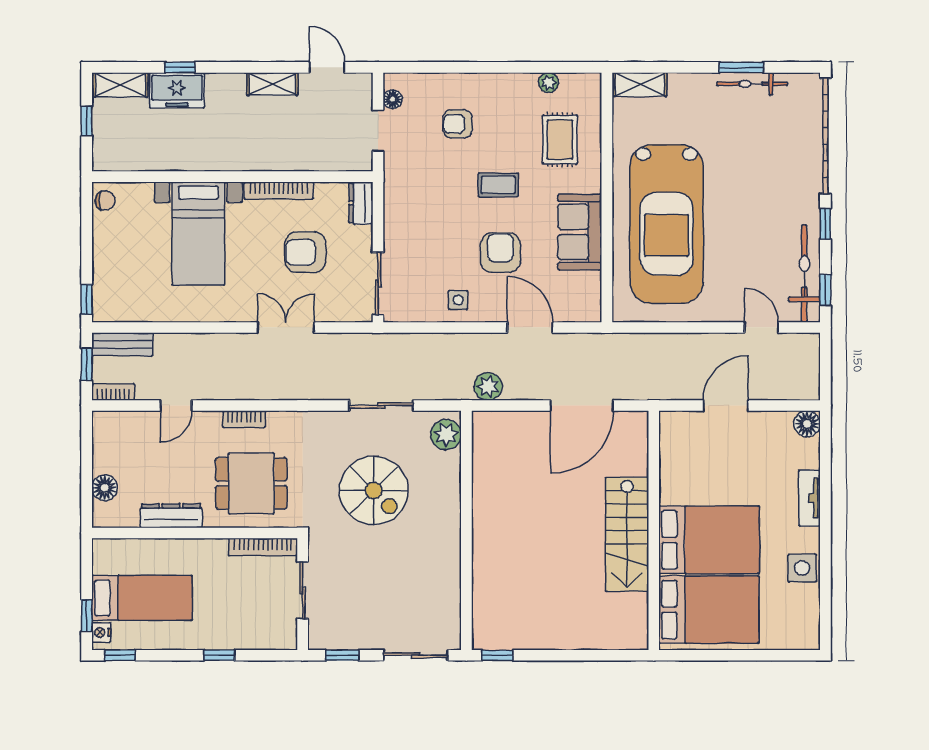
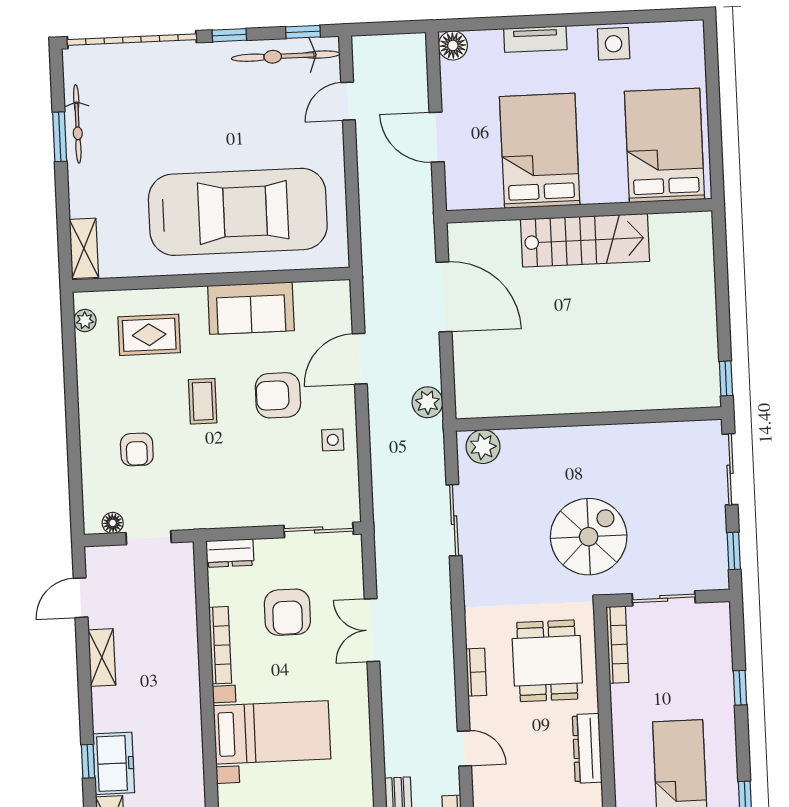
plant: (549, 83) -> (85, 321), moved
spiral stairs: (374, 490) -> (589, 537), moved
bed: (709, 540) -> (540, 151), moved

